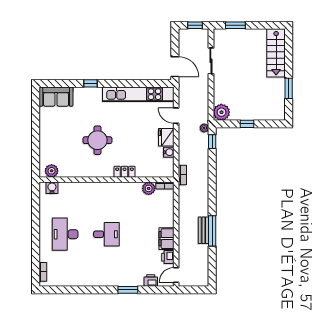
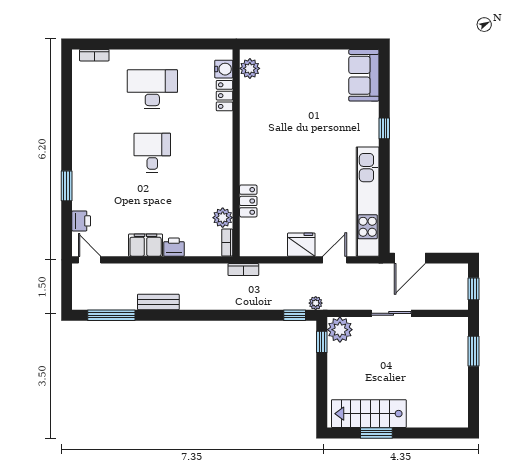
stairs: (276, 53) -> (369, 414), moved
sliding door: (211, 61) -> (391, 313), moved
window: (247, 124) -> (322, 342), moved
round table: (97, 140) -> (297, 139), removed
water cooler: (169, 152) -> (278, 248), removed
locker: (125, 172) -> (248, 201), moved
locker: (69, 187) -> (224, 96), added
window: (212, 231) -> (111, 315), moved
desk: (106, 234) -> (152, 153), turned 180
printer: (168, 257) -> (174, 247), moved

